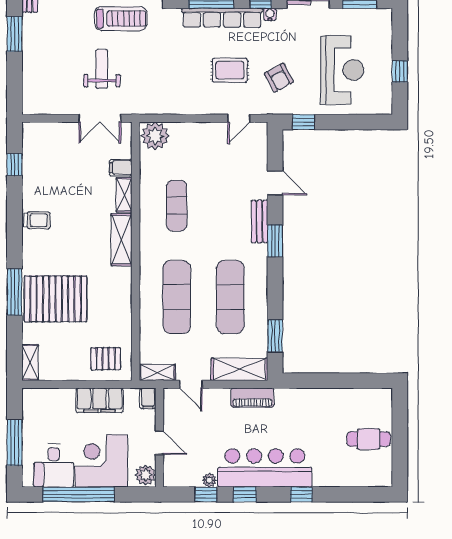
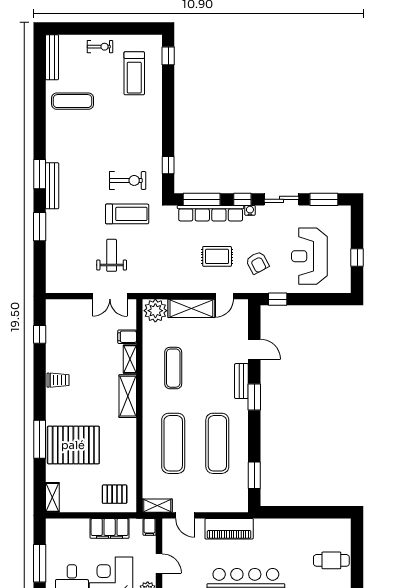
reception desk: (342, 70) -> (309, 256), turned 180
shelving: (239, 369) -> (191, 308), moved
piano: (252, 398) -> (229, 529), width x1.37, depth x1.33

